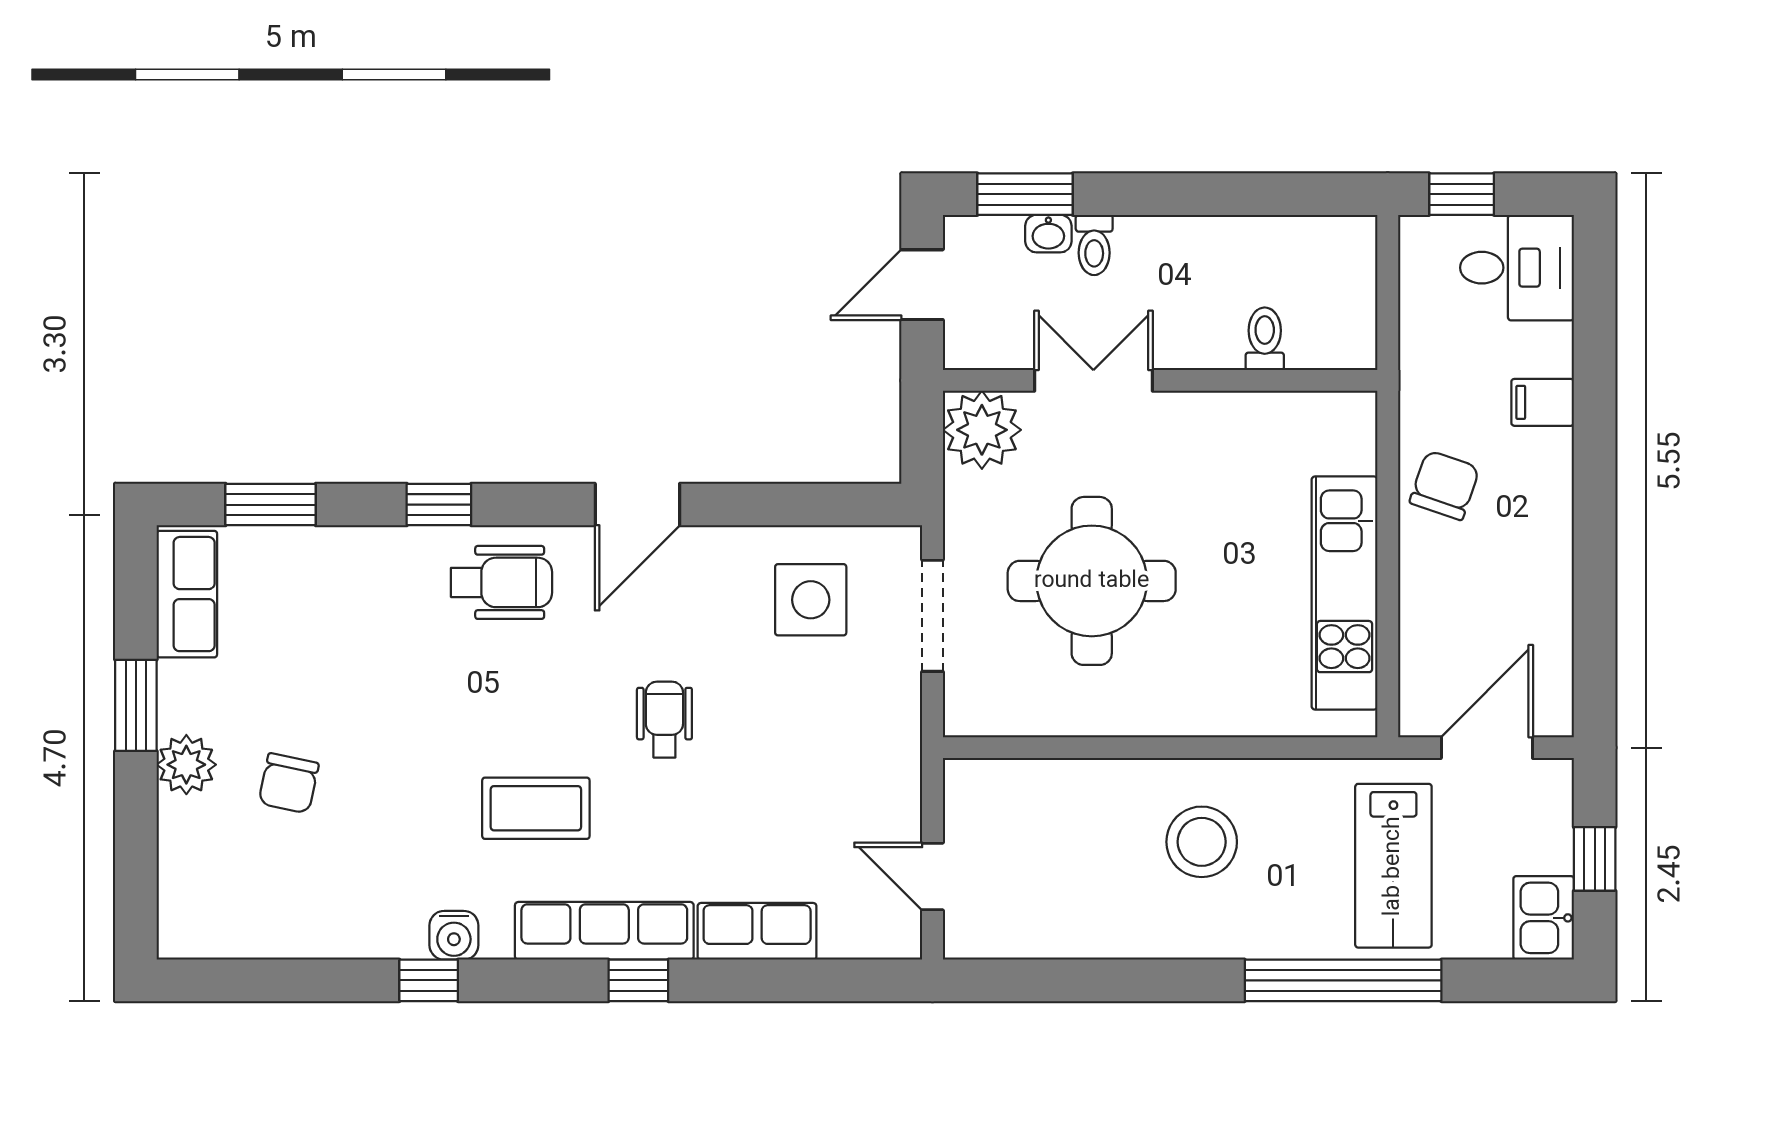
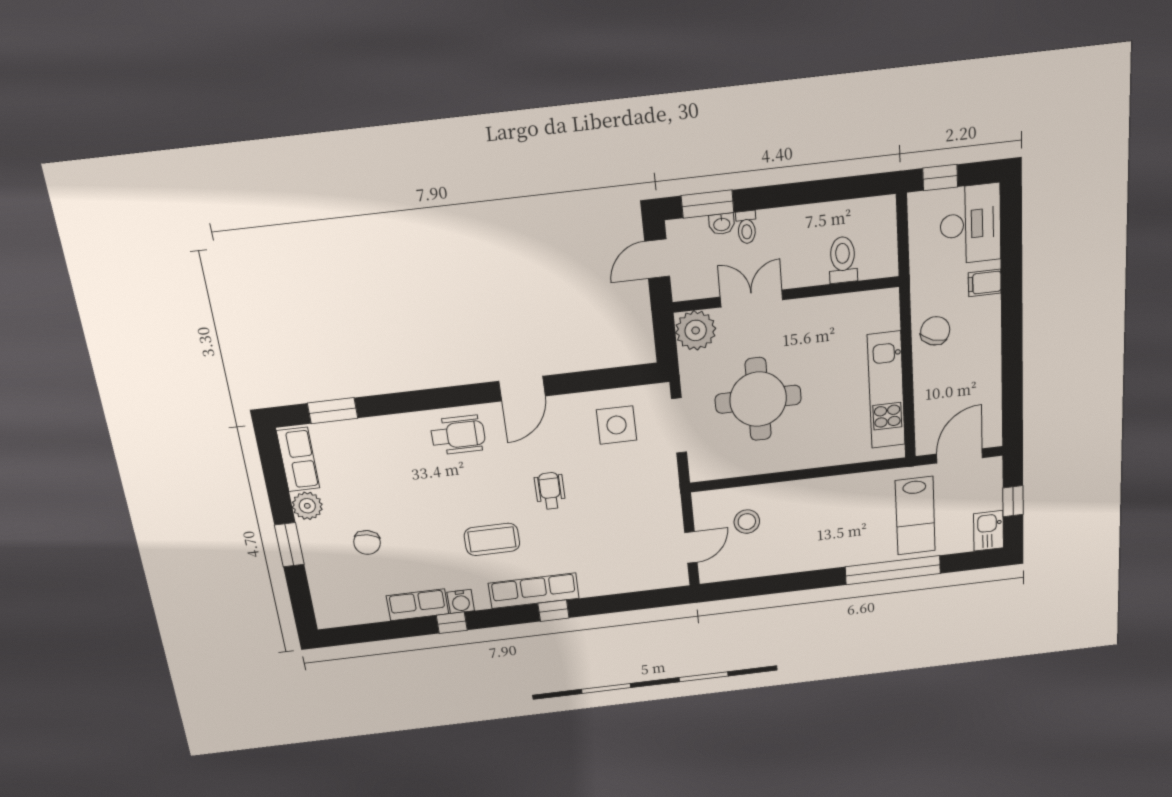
desk: (1517, 268) -> (970, 224), width x1.37
toilet: (1265, 339) -> (843, 260), width x1.37, depth x1.39
window: (439, 505) -> (420, 401), removed
window: (136, 705) -> (289, 545), moved
plant: (186, 765) -> (307, 506), moved
stool: (1202, 842) -> (747, 522), moved, width x0.73, depth x0.73
door: (932, 877) -> (691, 547), swing flipped
row of seats: (757, 931) -> (417, 605), moved

